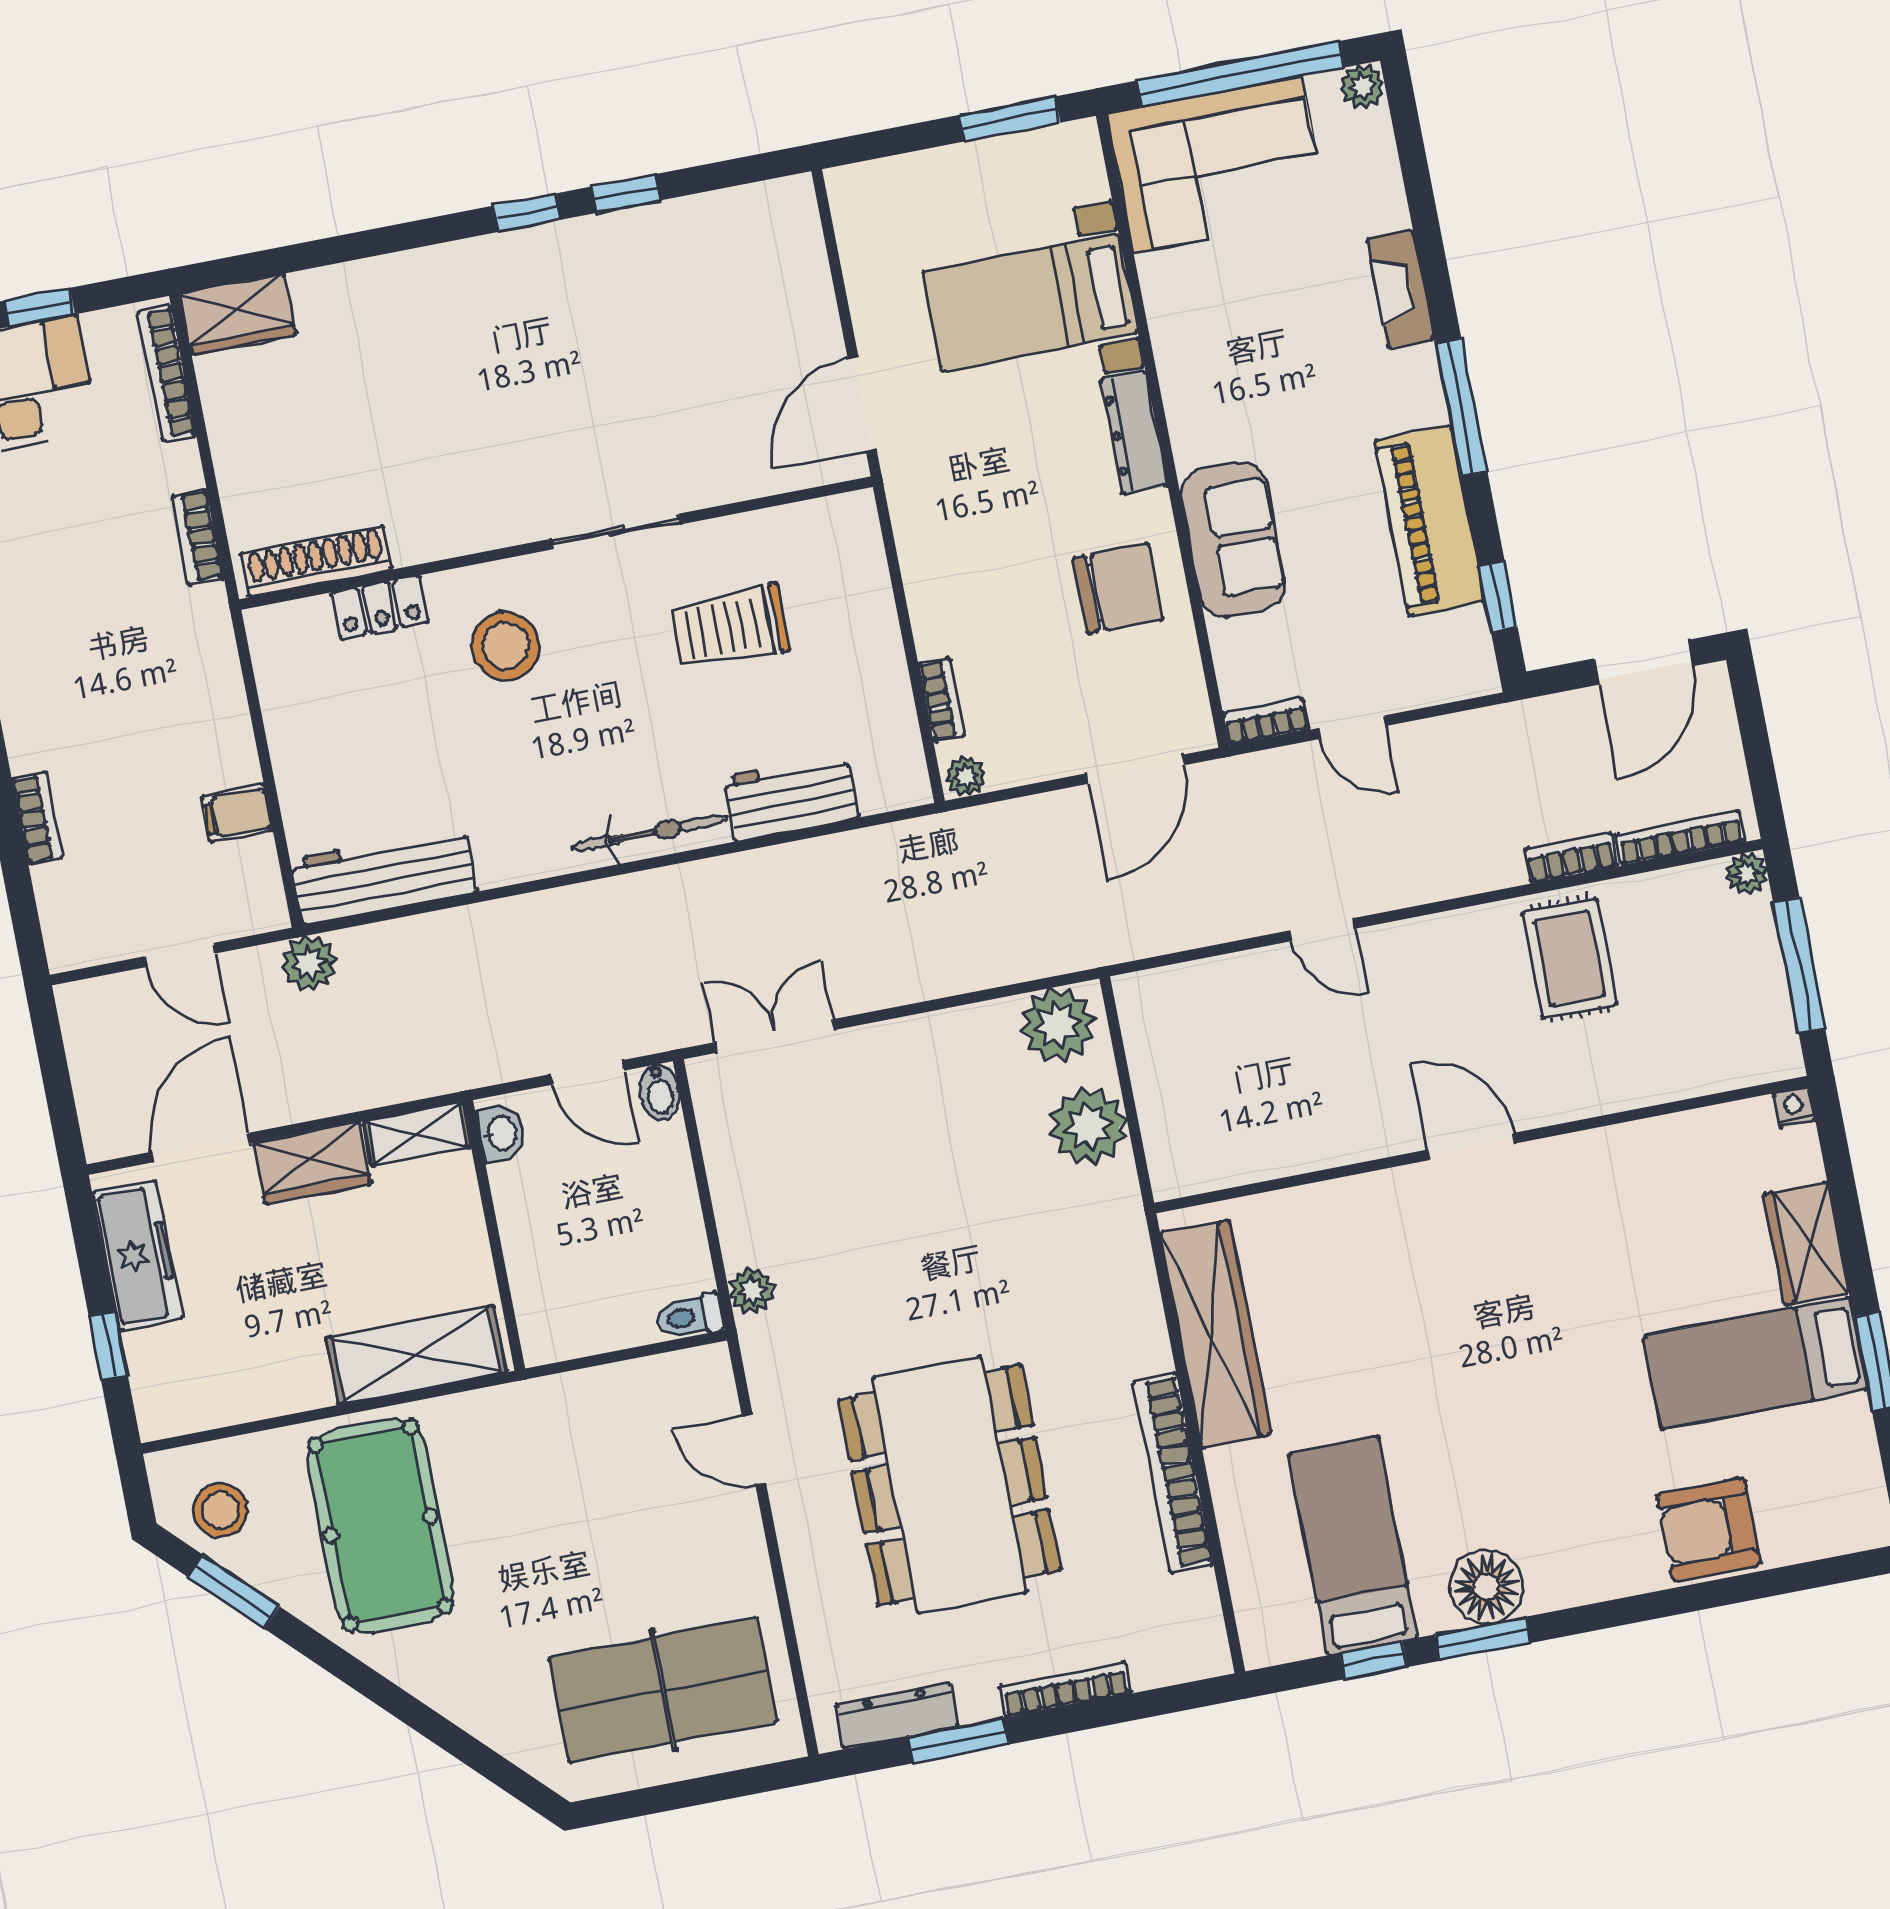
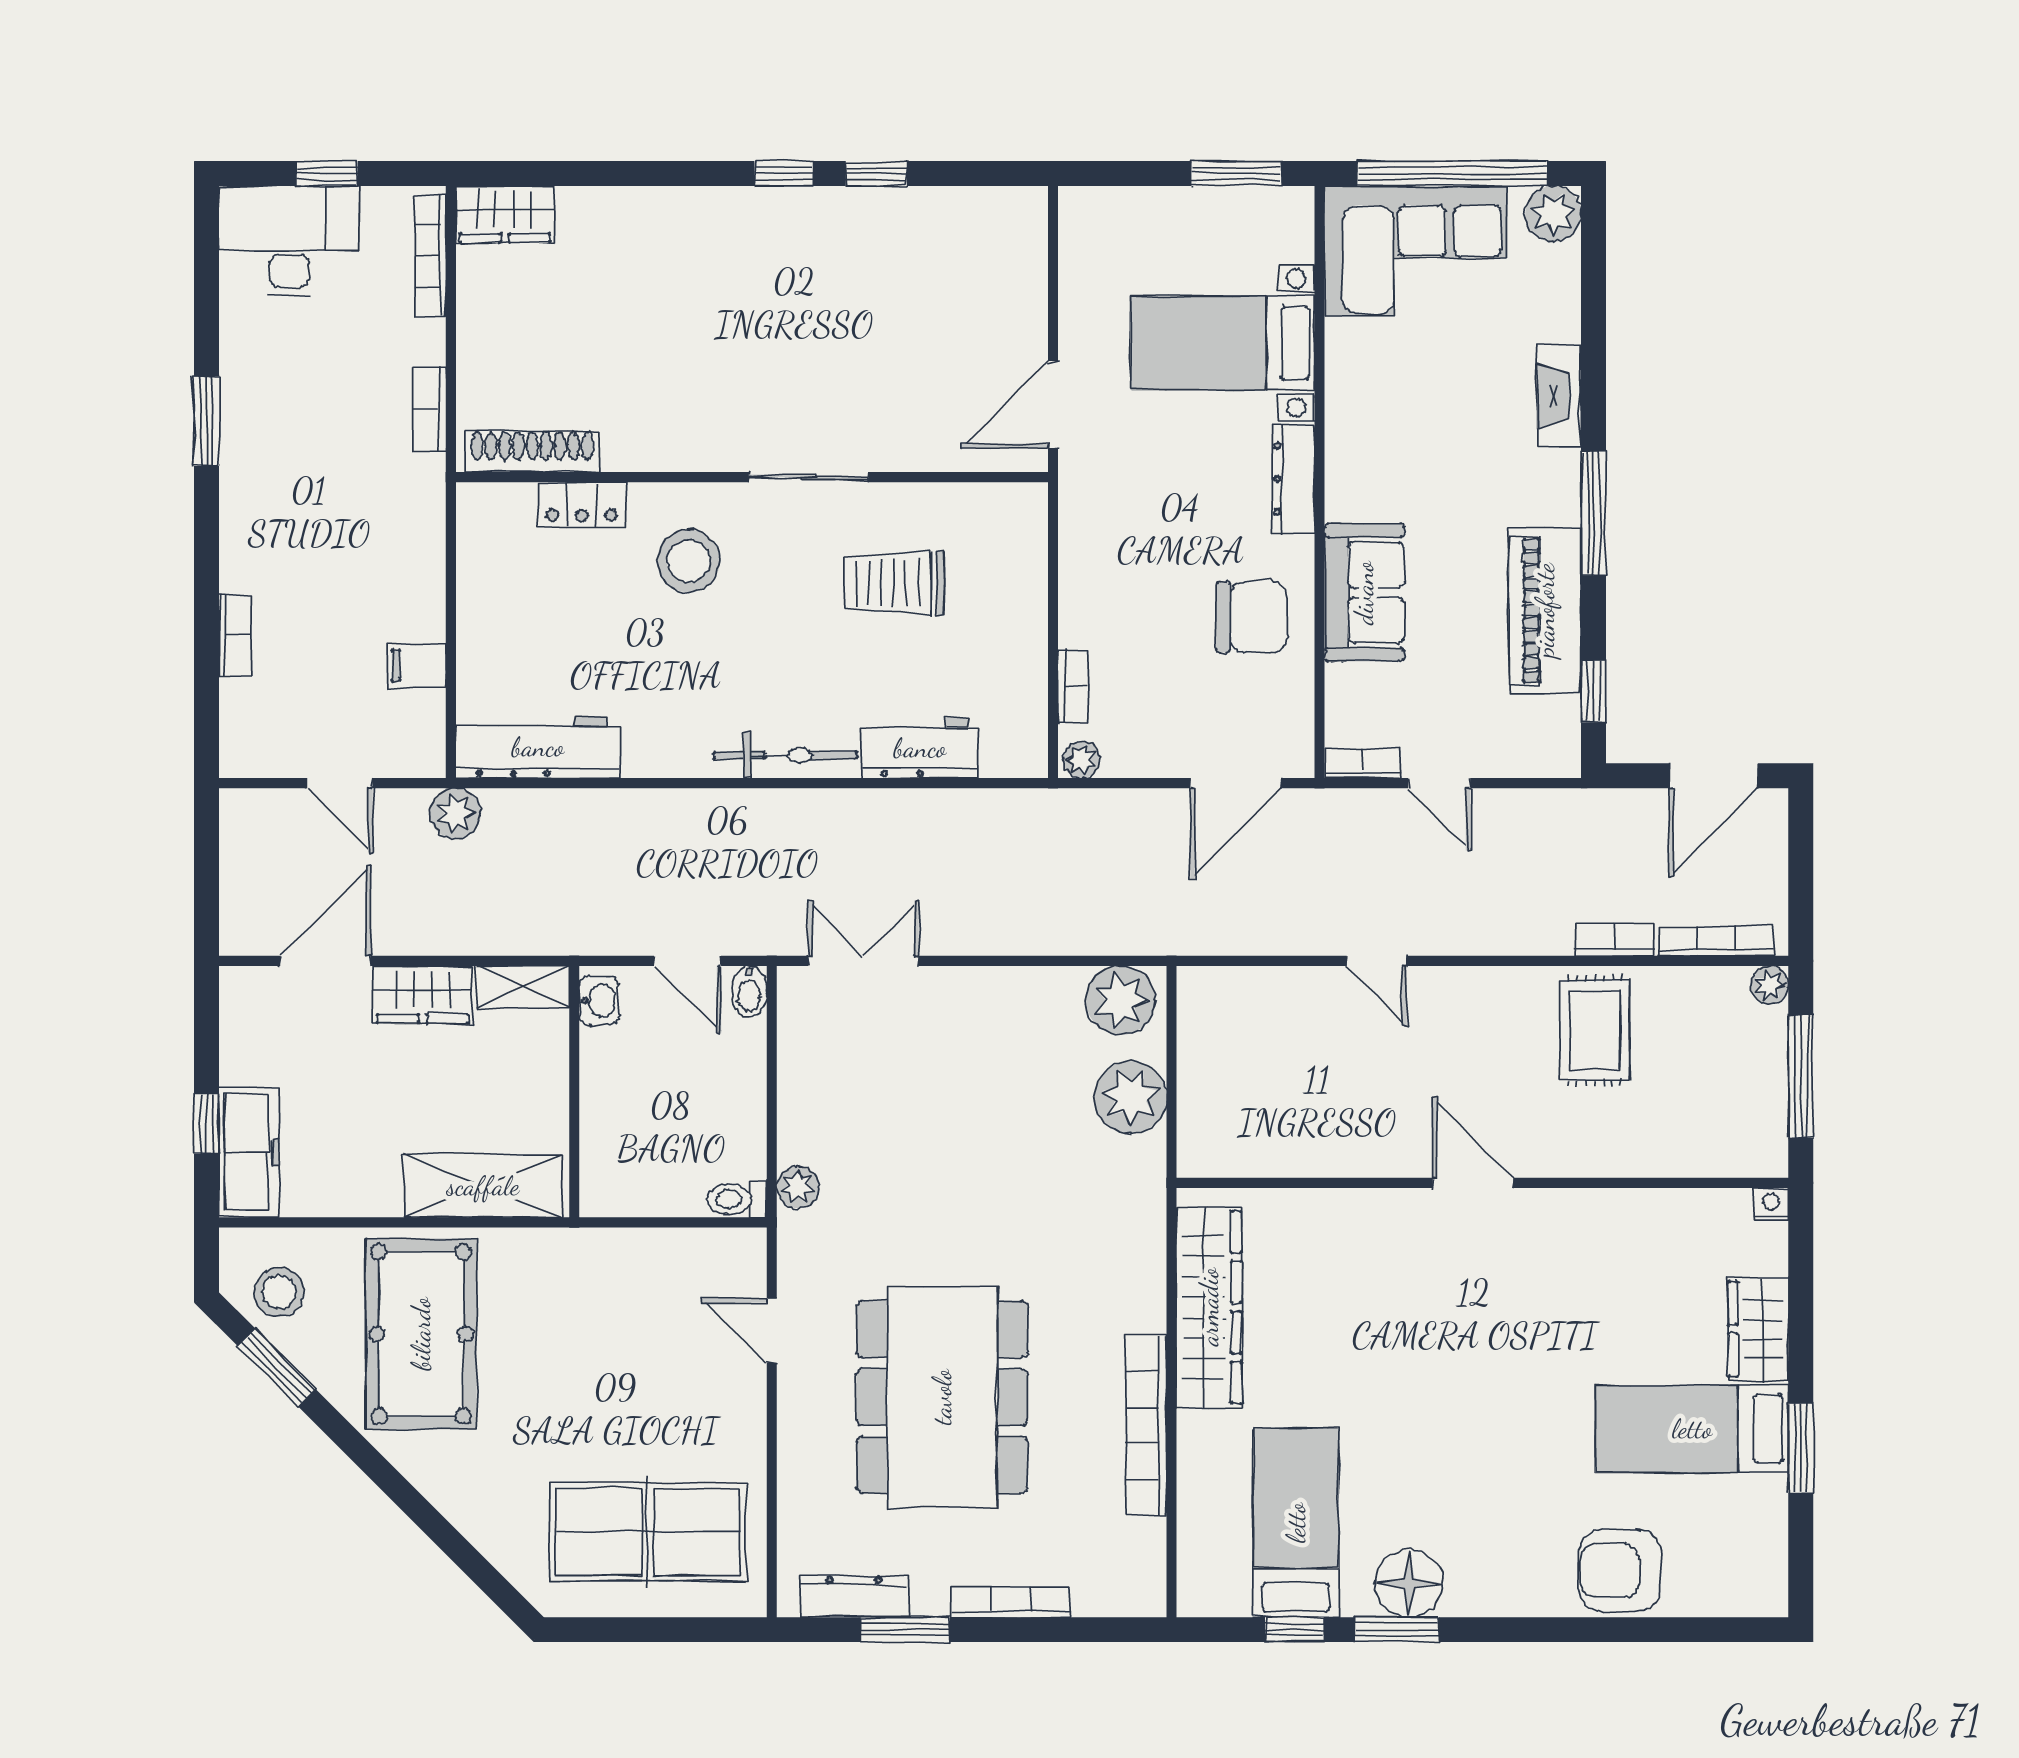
plant: (1363, 86) -> (1553, 214), width x1.38, depth x1.38
freezer: (138, 1255) -> (249, 1152), moved

